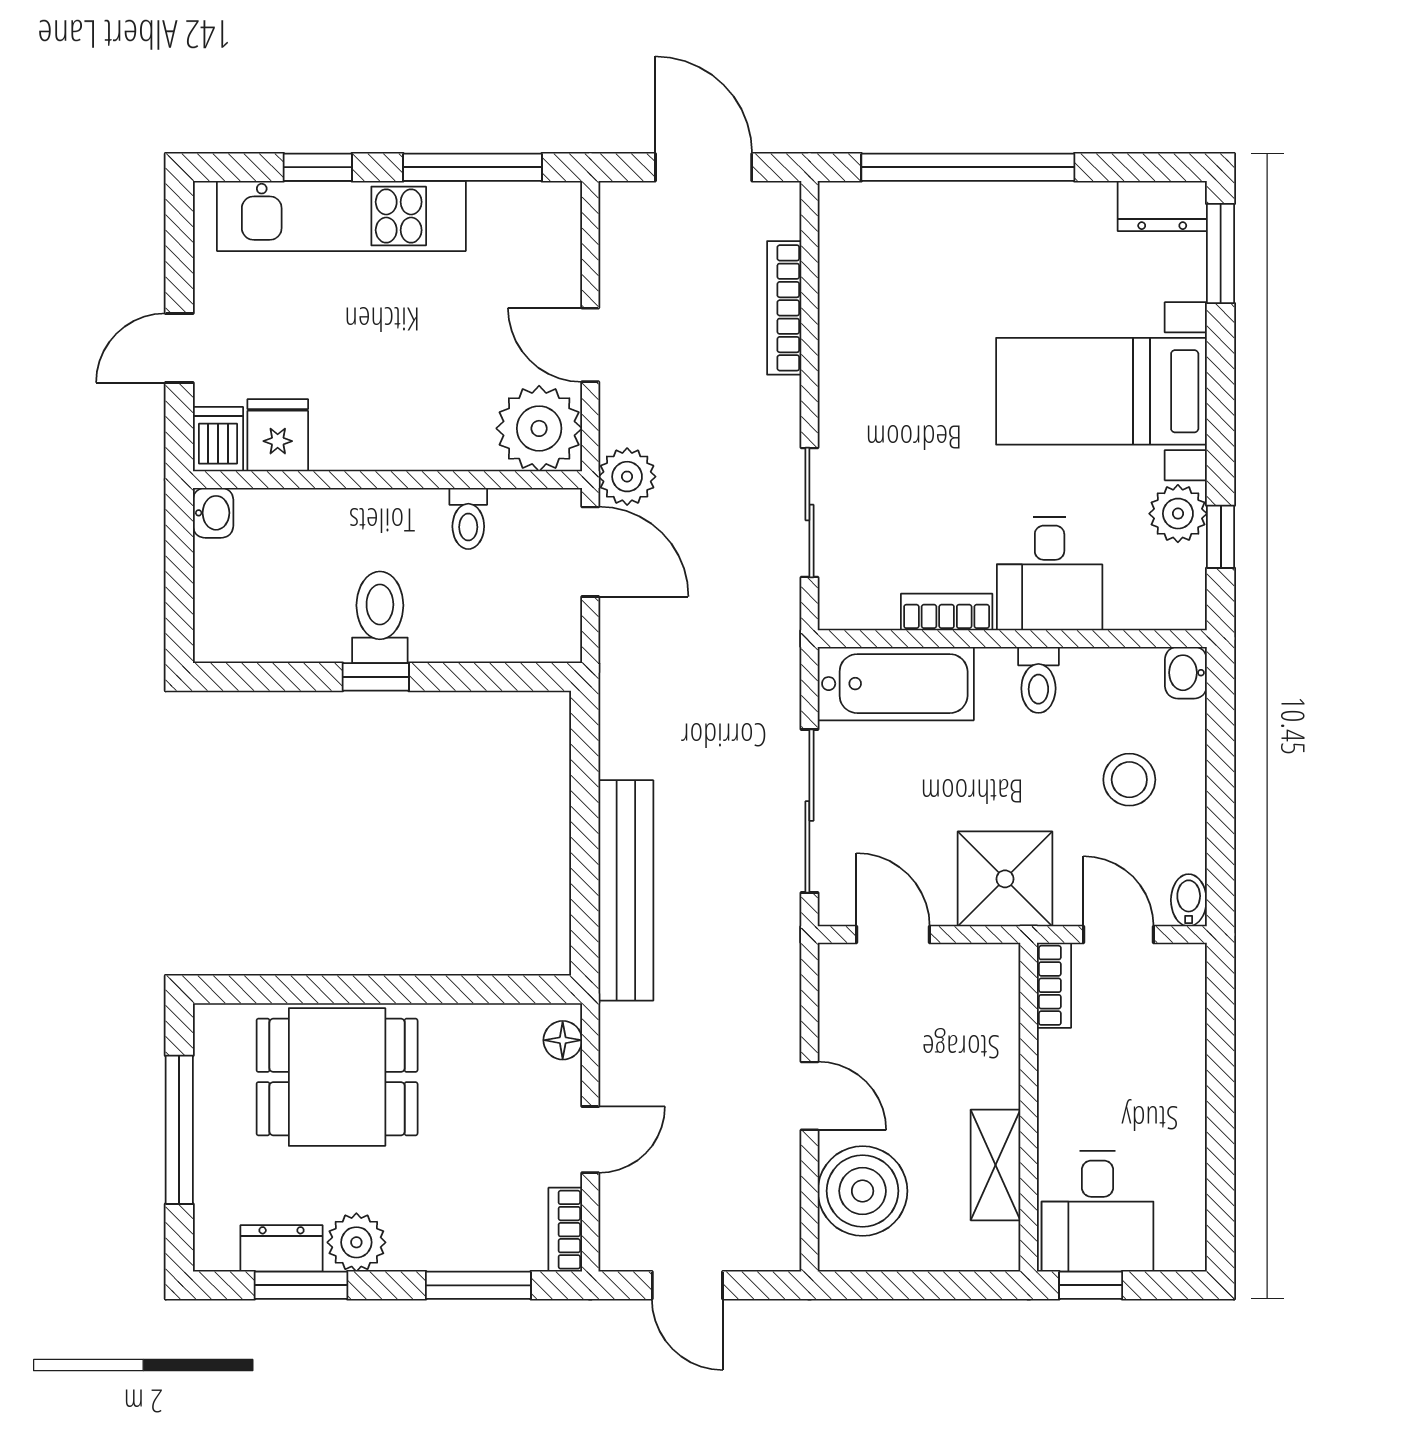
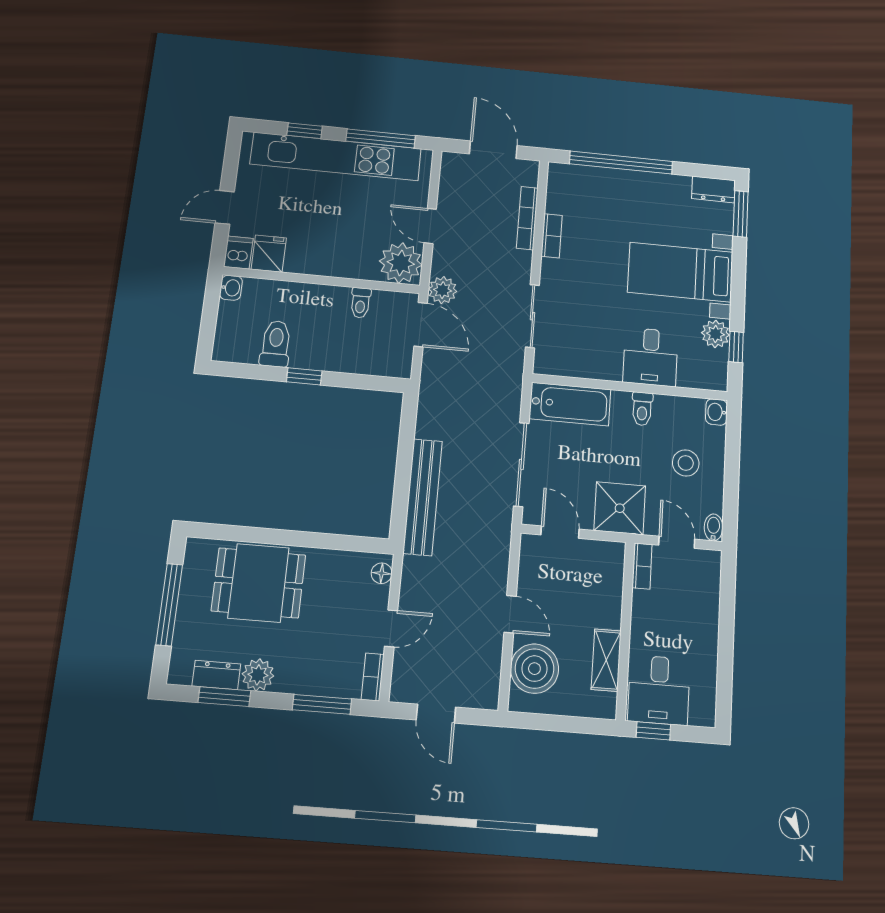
kitchen unit: (341, 216) -> (336, 156), width x1.36
bookcase: (947, 612) -> (552, 236), moved, turned 90
toilet: (380, 617) -> (276, 344), moved

